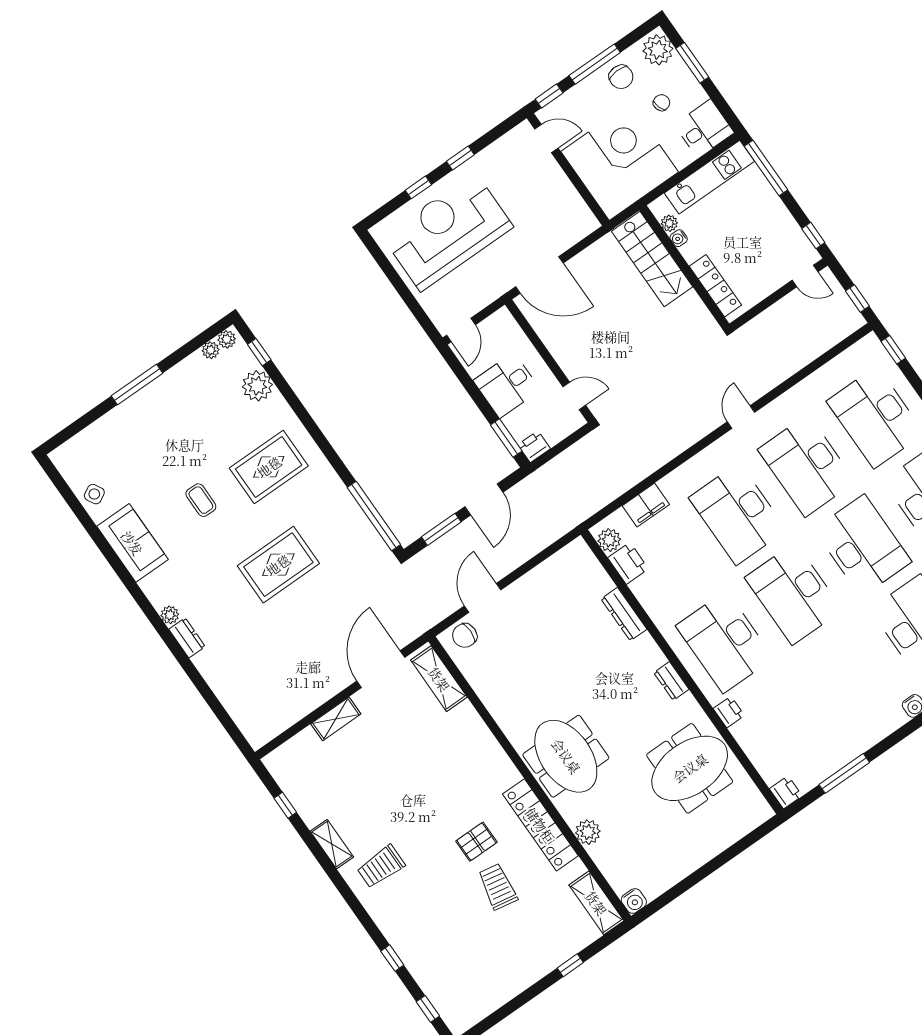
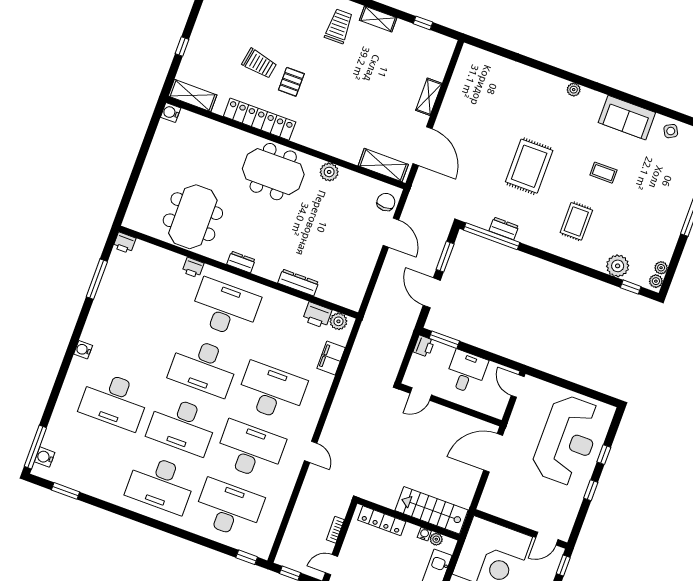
bookcase: (774, 312) -> (335, 530), added
rug: (269, 467) -> (576, 221), width x0.73, depth x0.70
desk: (794, 594) -> (204, 367), turned 180
dresser: (187, 638) -> (504, 228), moved, turned 180
plant: (588, 832) -> (329, 172), moved

